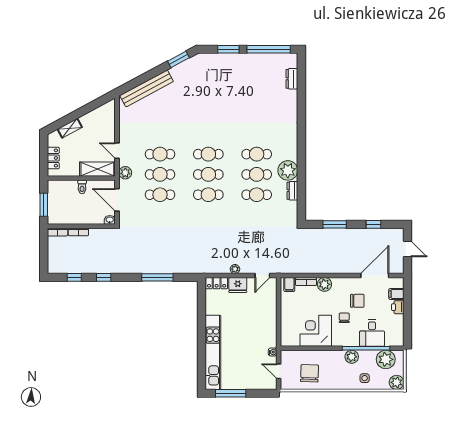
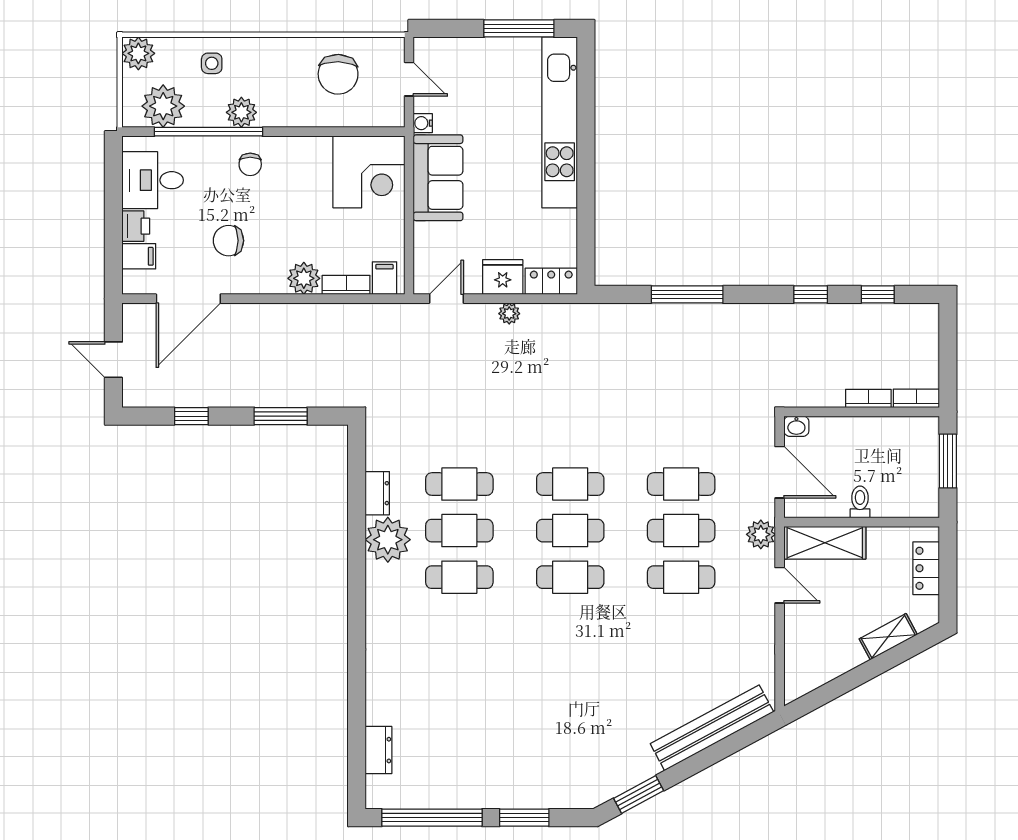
chair: (344, 318) -> (250, 164), moved
sofa: (266, 328) -> (438, 178), added
corner desk: (316, 331) -> (369, 172), moved
desk: (372, 333) -> (153, 180), moved, turned -90

